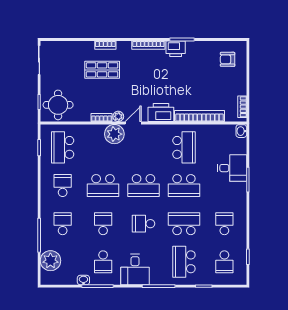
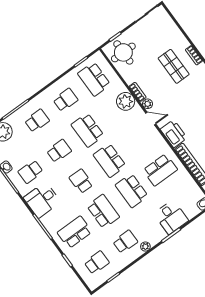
plant: (114, 134) -> (126, 101), moved
school desk: (63, 147) -> (94, 79), turned -90
plant: (241, 209) -> (145, 247), added
school desk: (224, 262) -> (97, 263), turned 180

